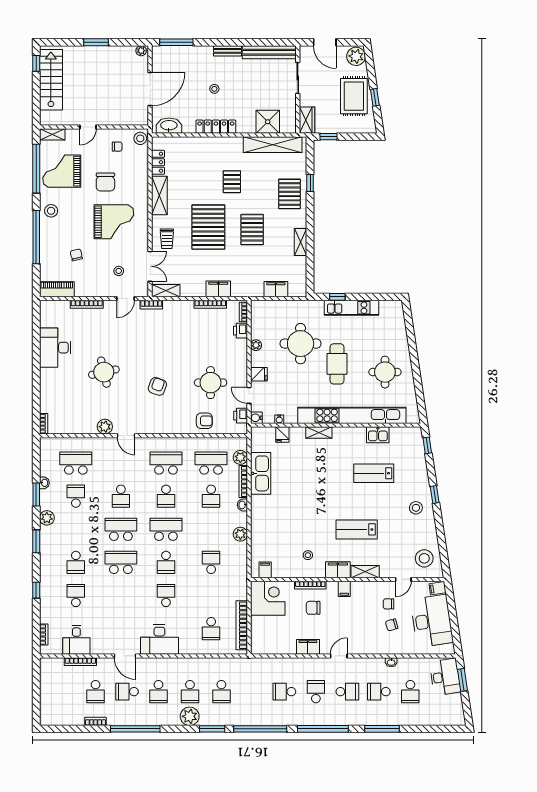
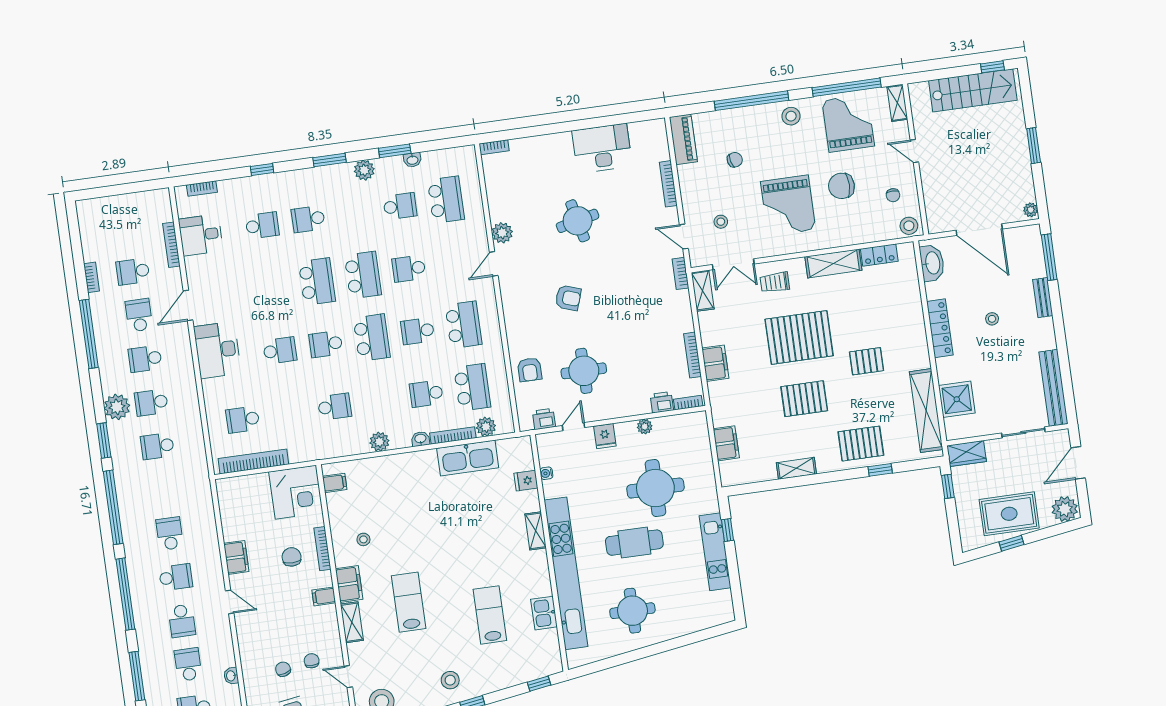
bench: (227, 51) -> (1043, 298), moved
water cooler: (256, 418) -> (544, 441), removed

